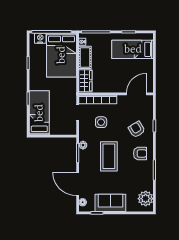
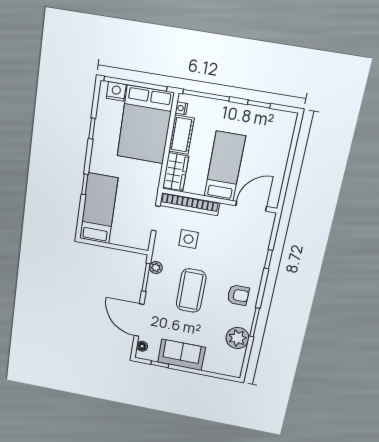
bed: (133, 49) -> (225, 166), moved, turned 90
armchair: (137, 129) -> (240, 260), removed
plant: (146, 199) -> (237, 338), moved

